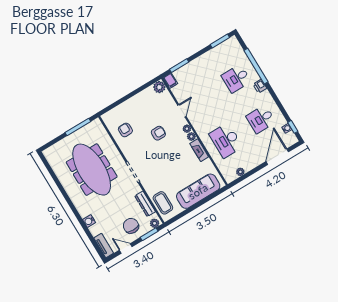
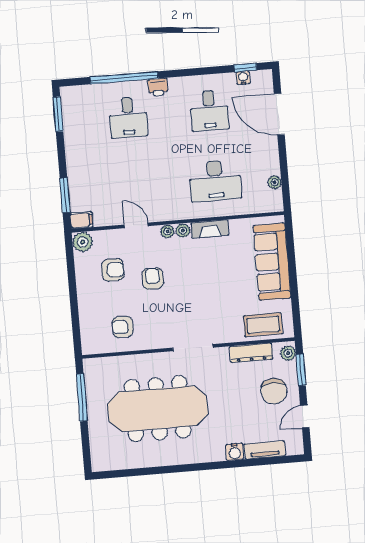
armchair: (153, 110) -> (113, 270), added
chair: (131, 226) -> (274, 391), turned -91
tv unit: (104, 246) -> (265, 450), moved

